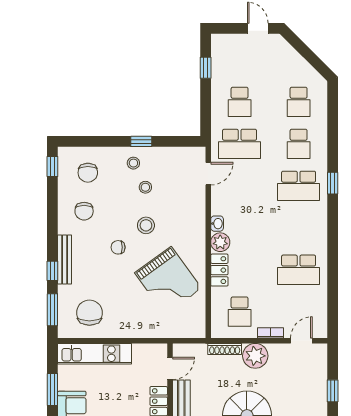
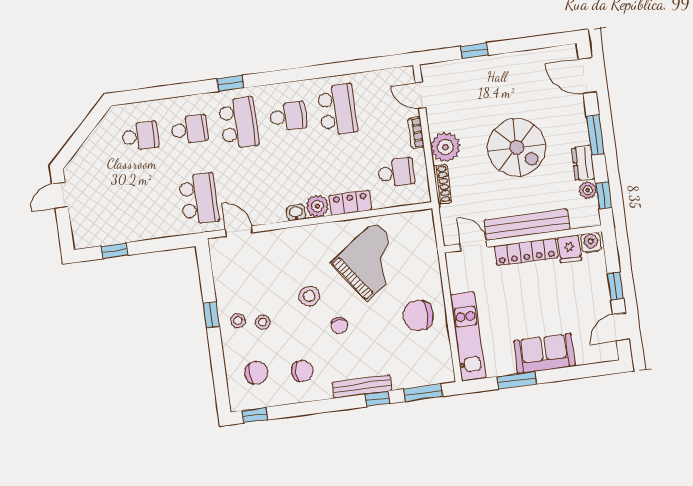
school desk: (240, 102) -> (288, 116), moved
stool: (145, 187) -> (263, 322), moved
chair: (89, 313) -> (418, 315), moved

